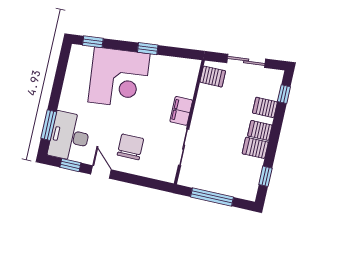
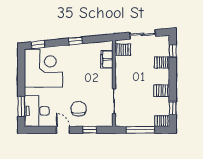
corner desk: (119, 78) -> (43, 68), moved, turned -84
filing cabinet: (181, 111) -> (107, 59), moved
server rack: (260, 130) -> (162, 121), moved
window: (70, 165) -> (90, 130), moved

